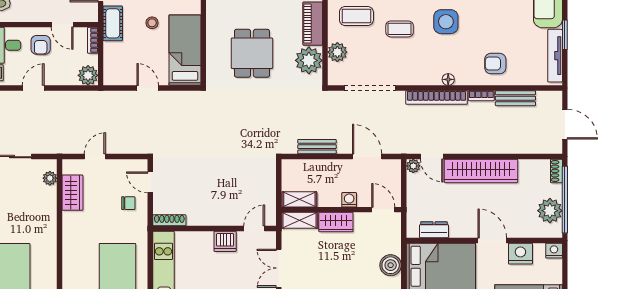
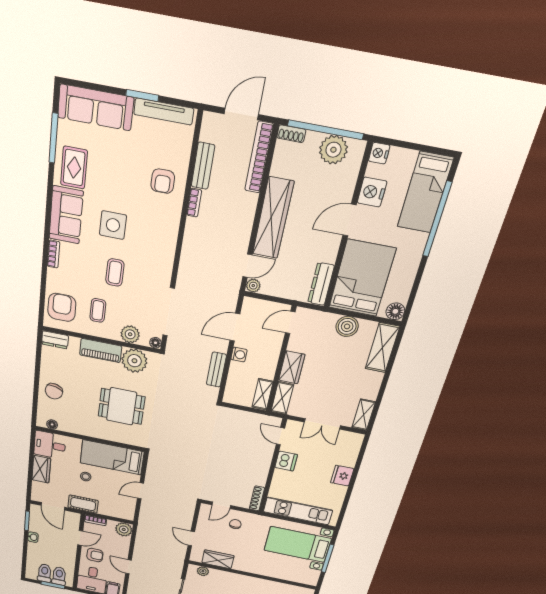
coffee table: (356, 16) -> (98, 310), width x0.73, depth x0.77
floor lamp: (448, 79) -> (155, 343), moved
bookcase: (437, 98) -> (259, 158), moved, turned 180
washing machine: (349, 200) -> (239, 354), moved, turned 180
dresser: (434, 230) -> (321, 284), width x1.44

